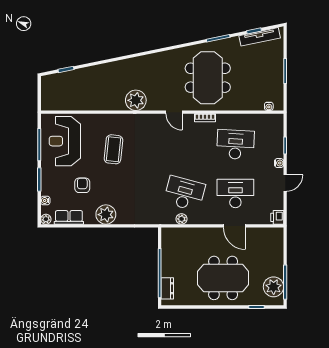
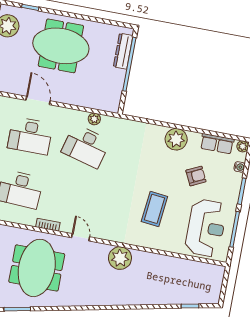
armchair: (82, 185) -> (196, 176), turned -116
dresser: (167, 288) -> (123, 51), width x1.44

